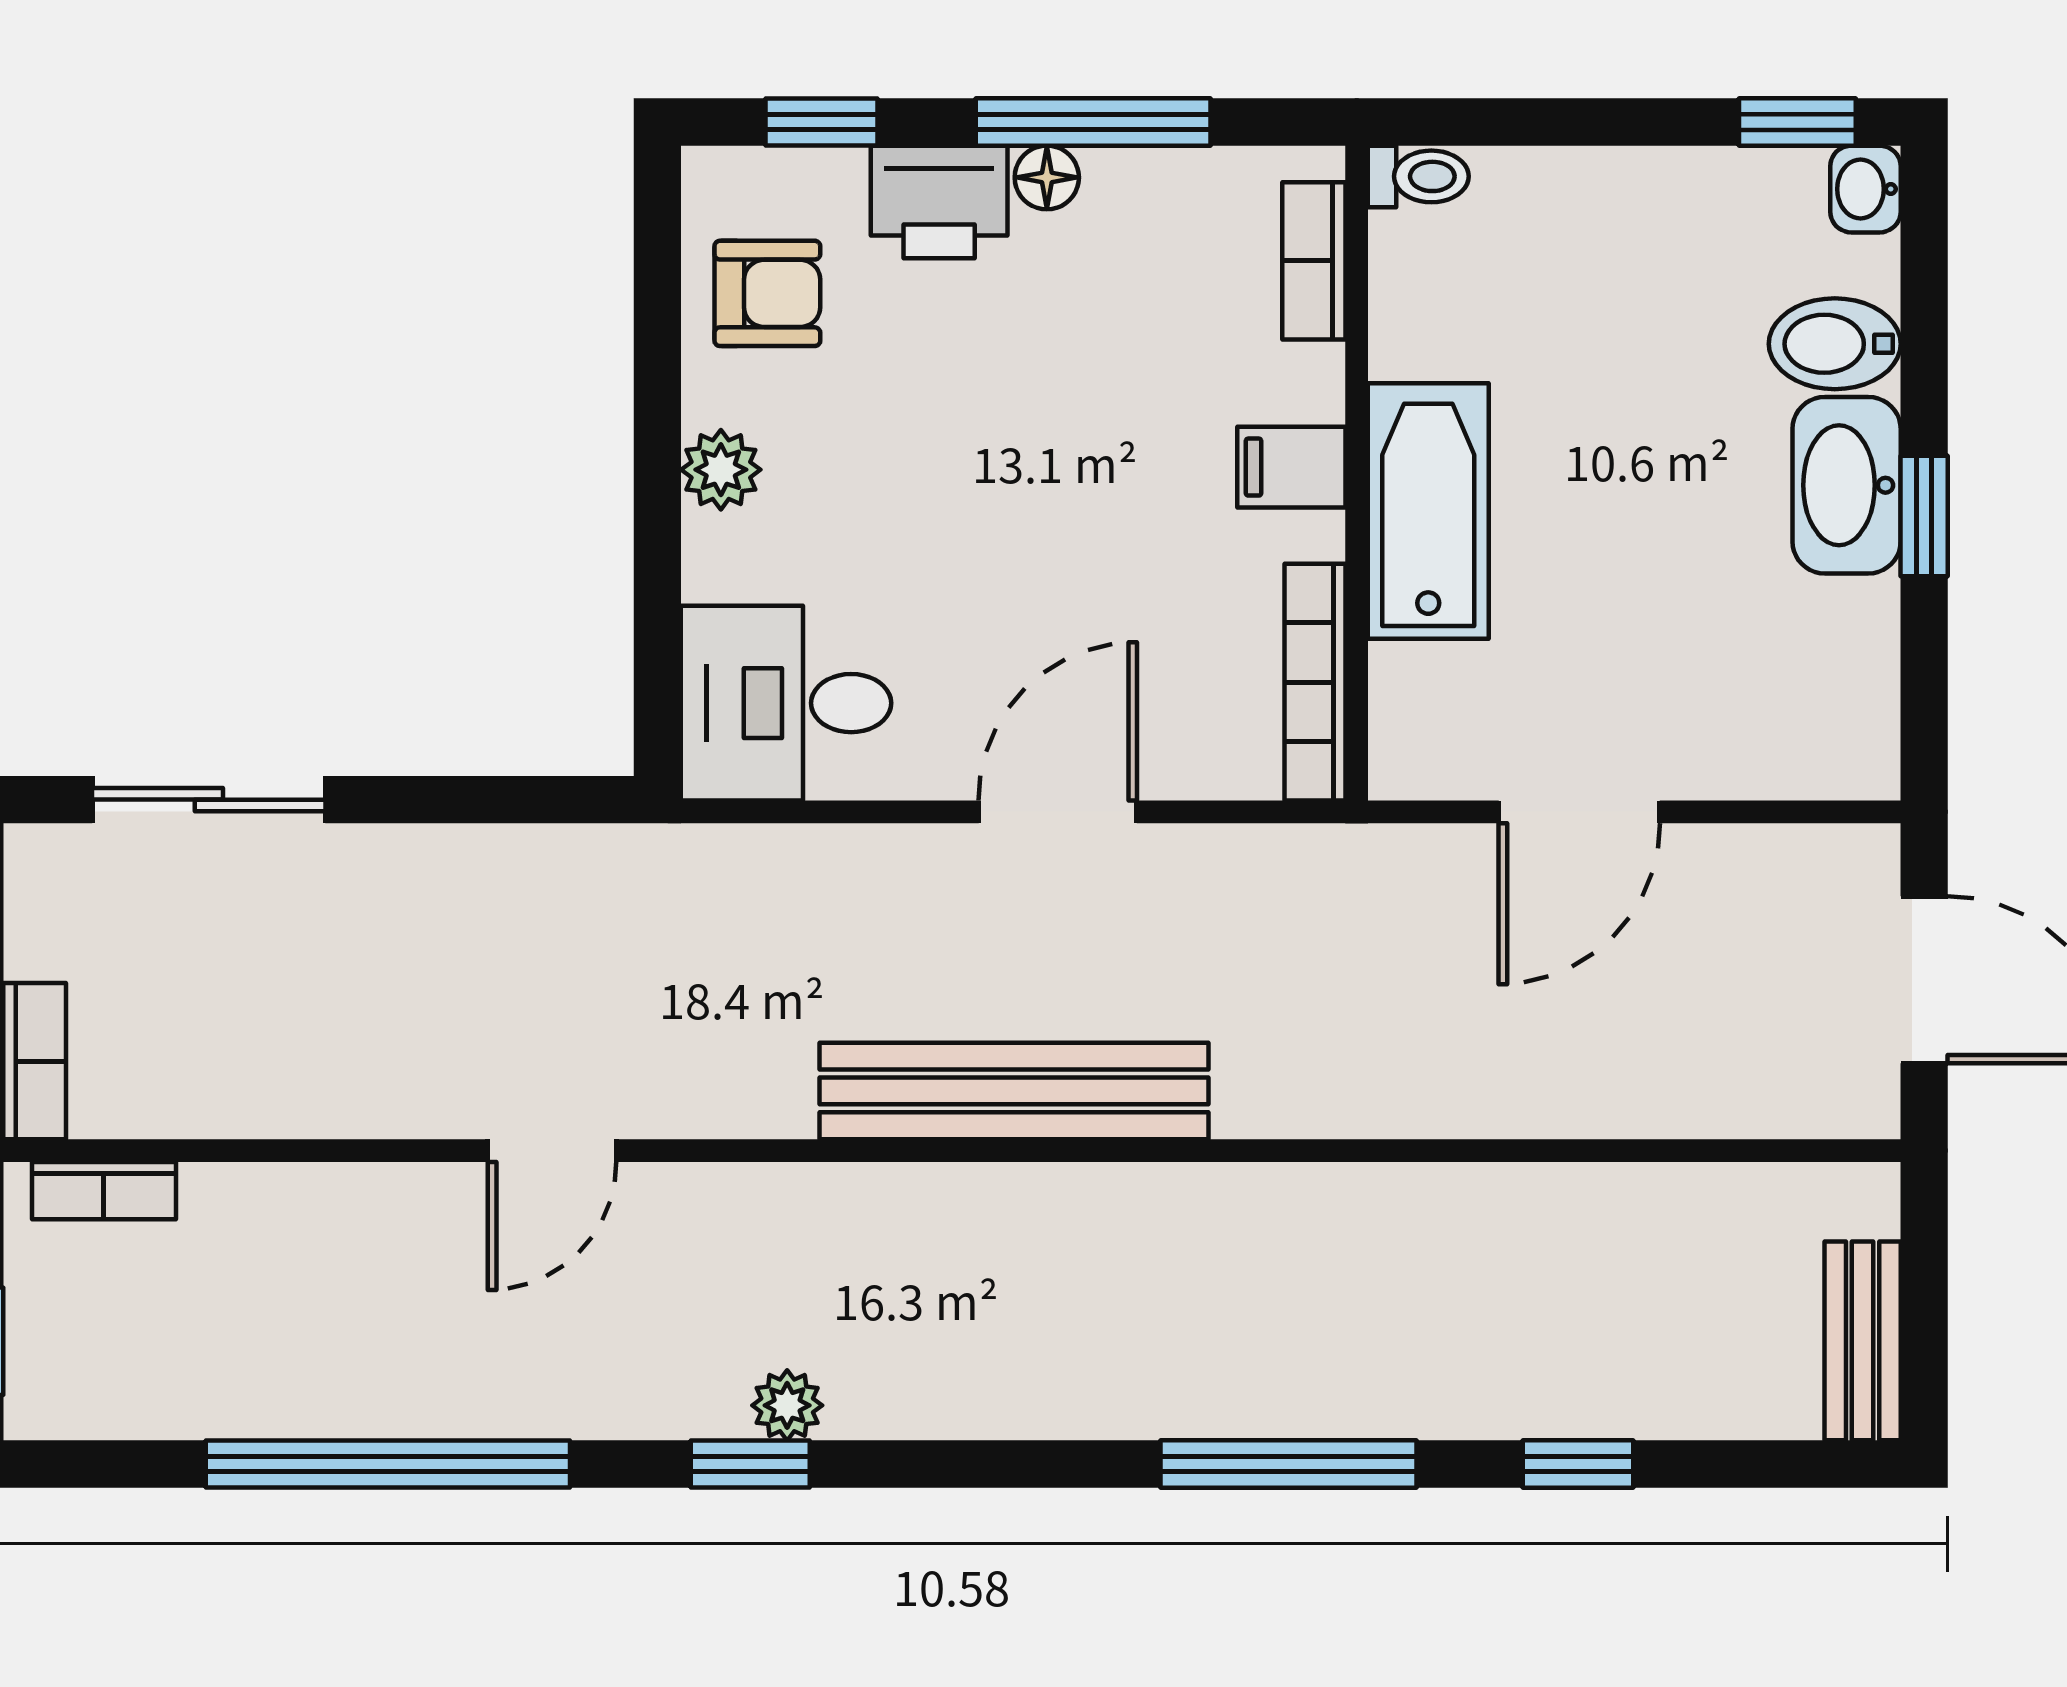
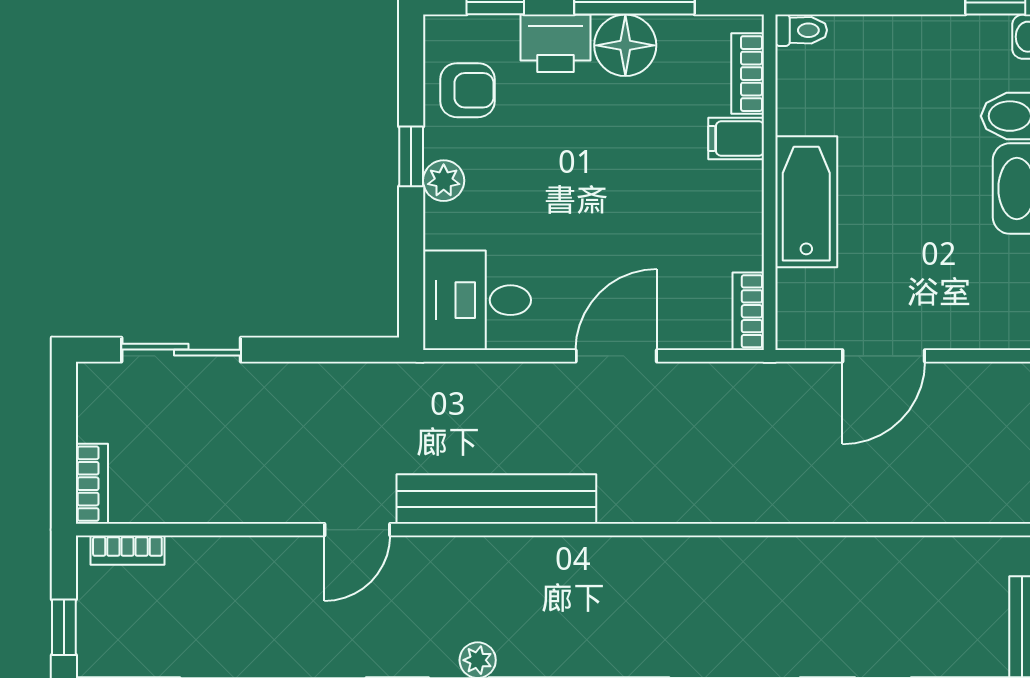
floor lamp: (1047, 177) -> (625, 45), width x1.89, depth x1.89
window: (657, 423) -> (411, 156), added
filing cabinet: (1291, 467) -> (736, 139), moved
bookcase: (1315, 682) -> (748, 311), width x0.64
bench: (1014, 1091) -> (496, 499), moved

